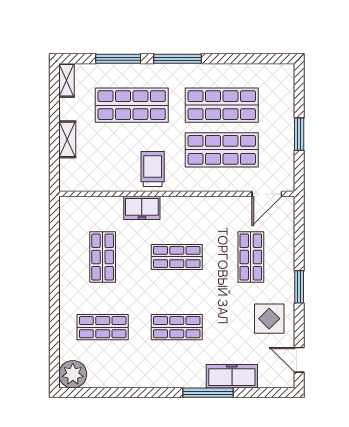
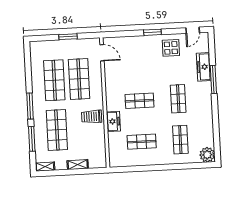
shop shelf: (177, 257) -> (139, 101), turned 90
shop shelf: (251, 257) -> (137, 60), removed

